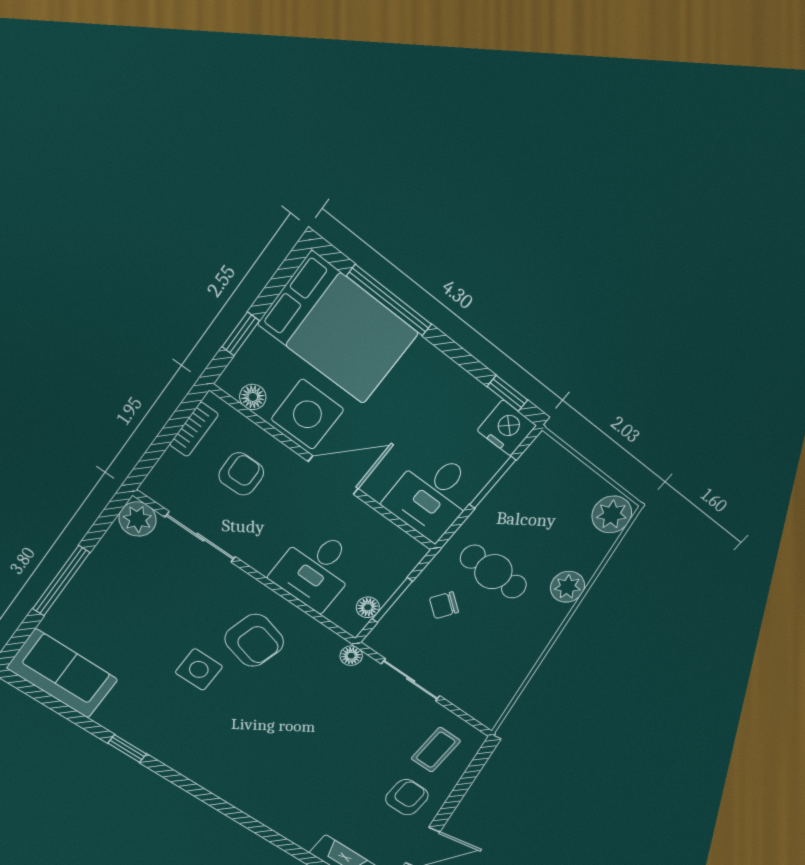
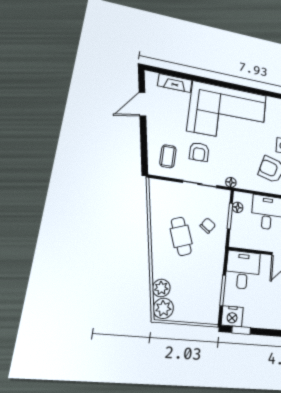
cafe table: (493, 572) -> (181, 236), moved, turned 70
plant: (568, 587) -> (161, 288), moved
corner sofa: (277, 774) -> (228, 113), added
armchair: (407, 797) -> (199, 152), moved

